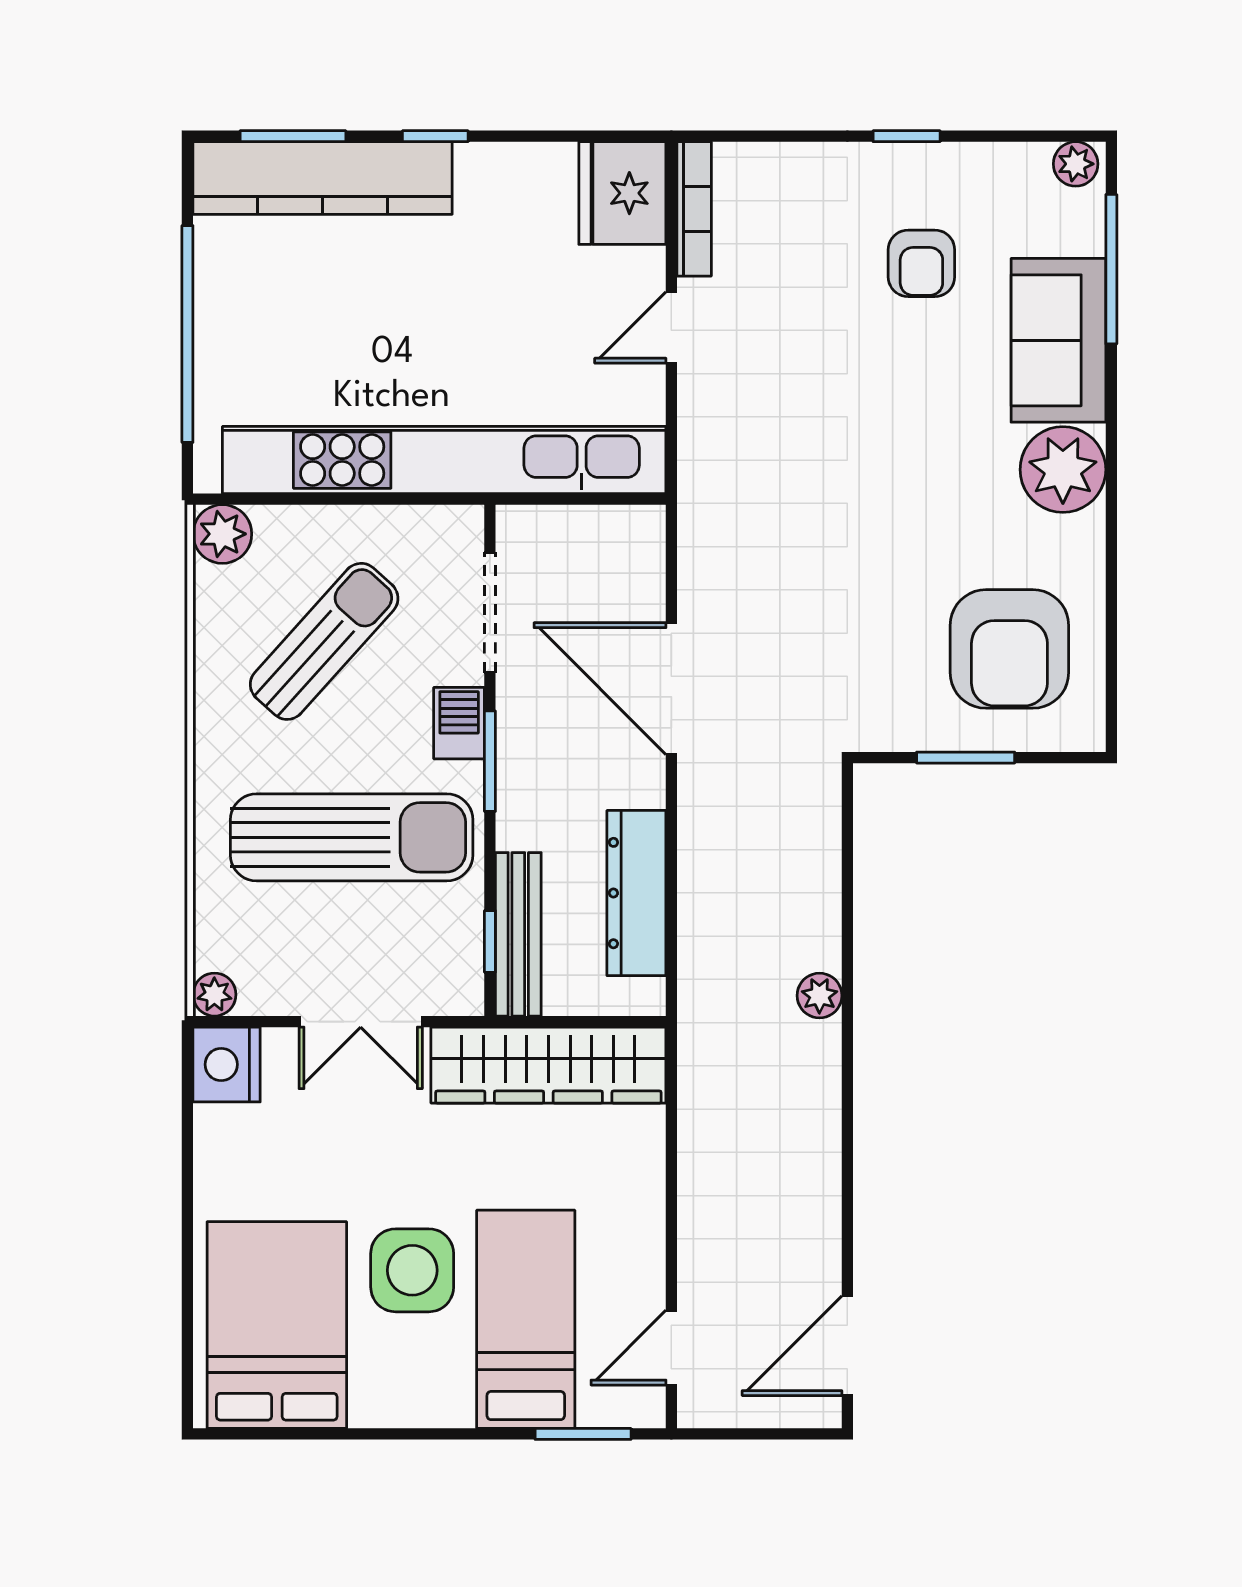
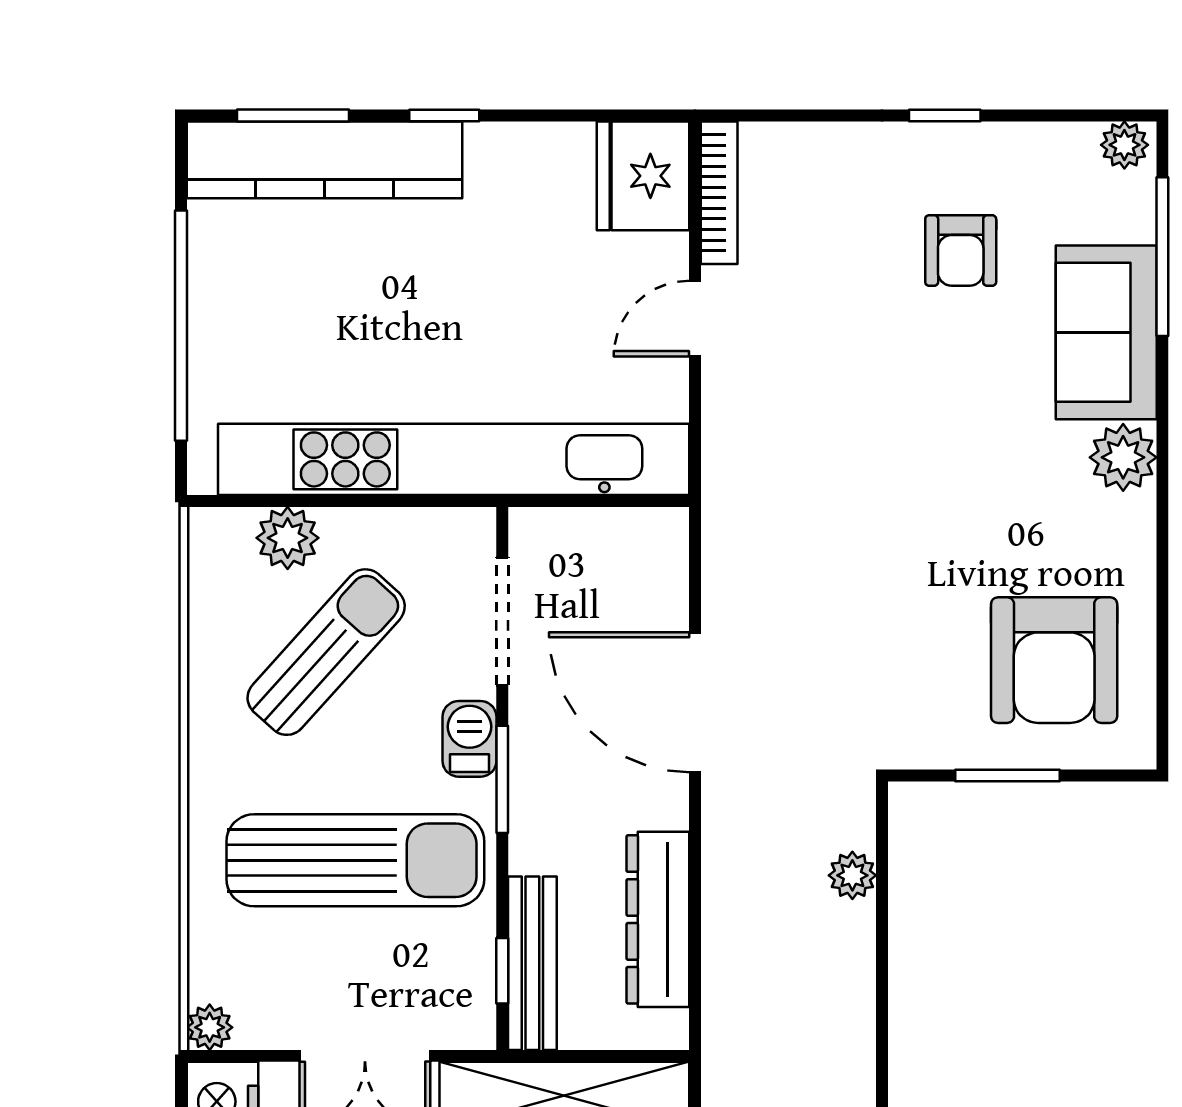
plant: (1063, 470) -> (1123, 457), width x0.73, depth x0.73
plant: (222, 534) -> (288, 538), moved
plant: (819, 996) -> (852, 875), moved

